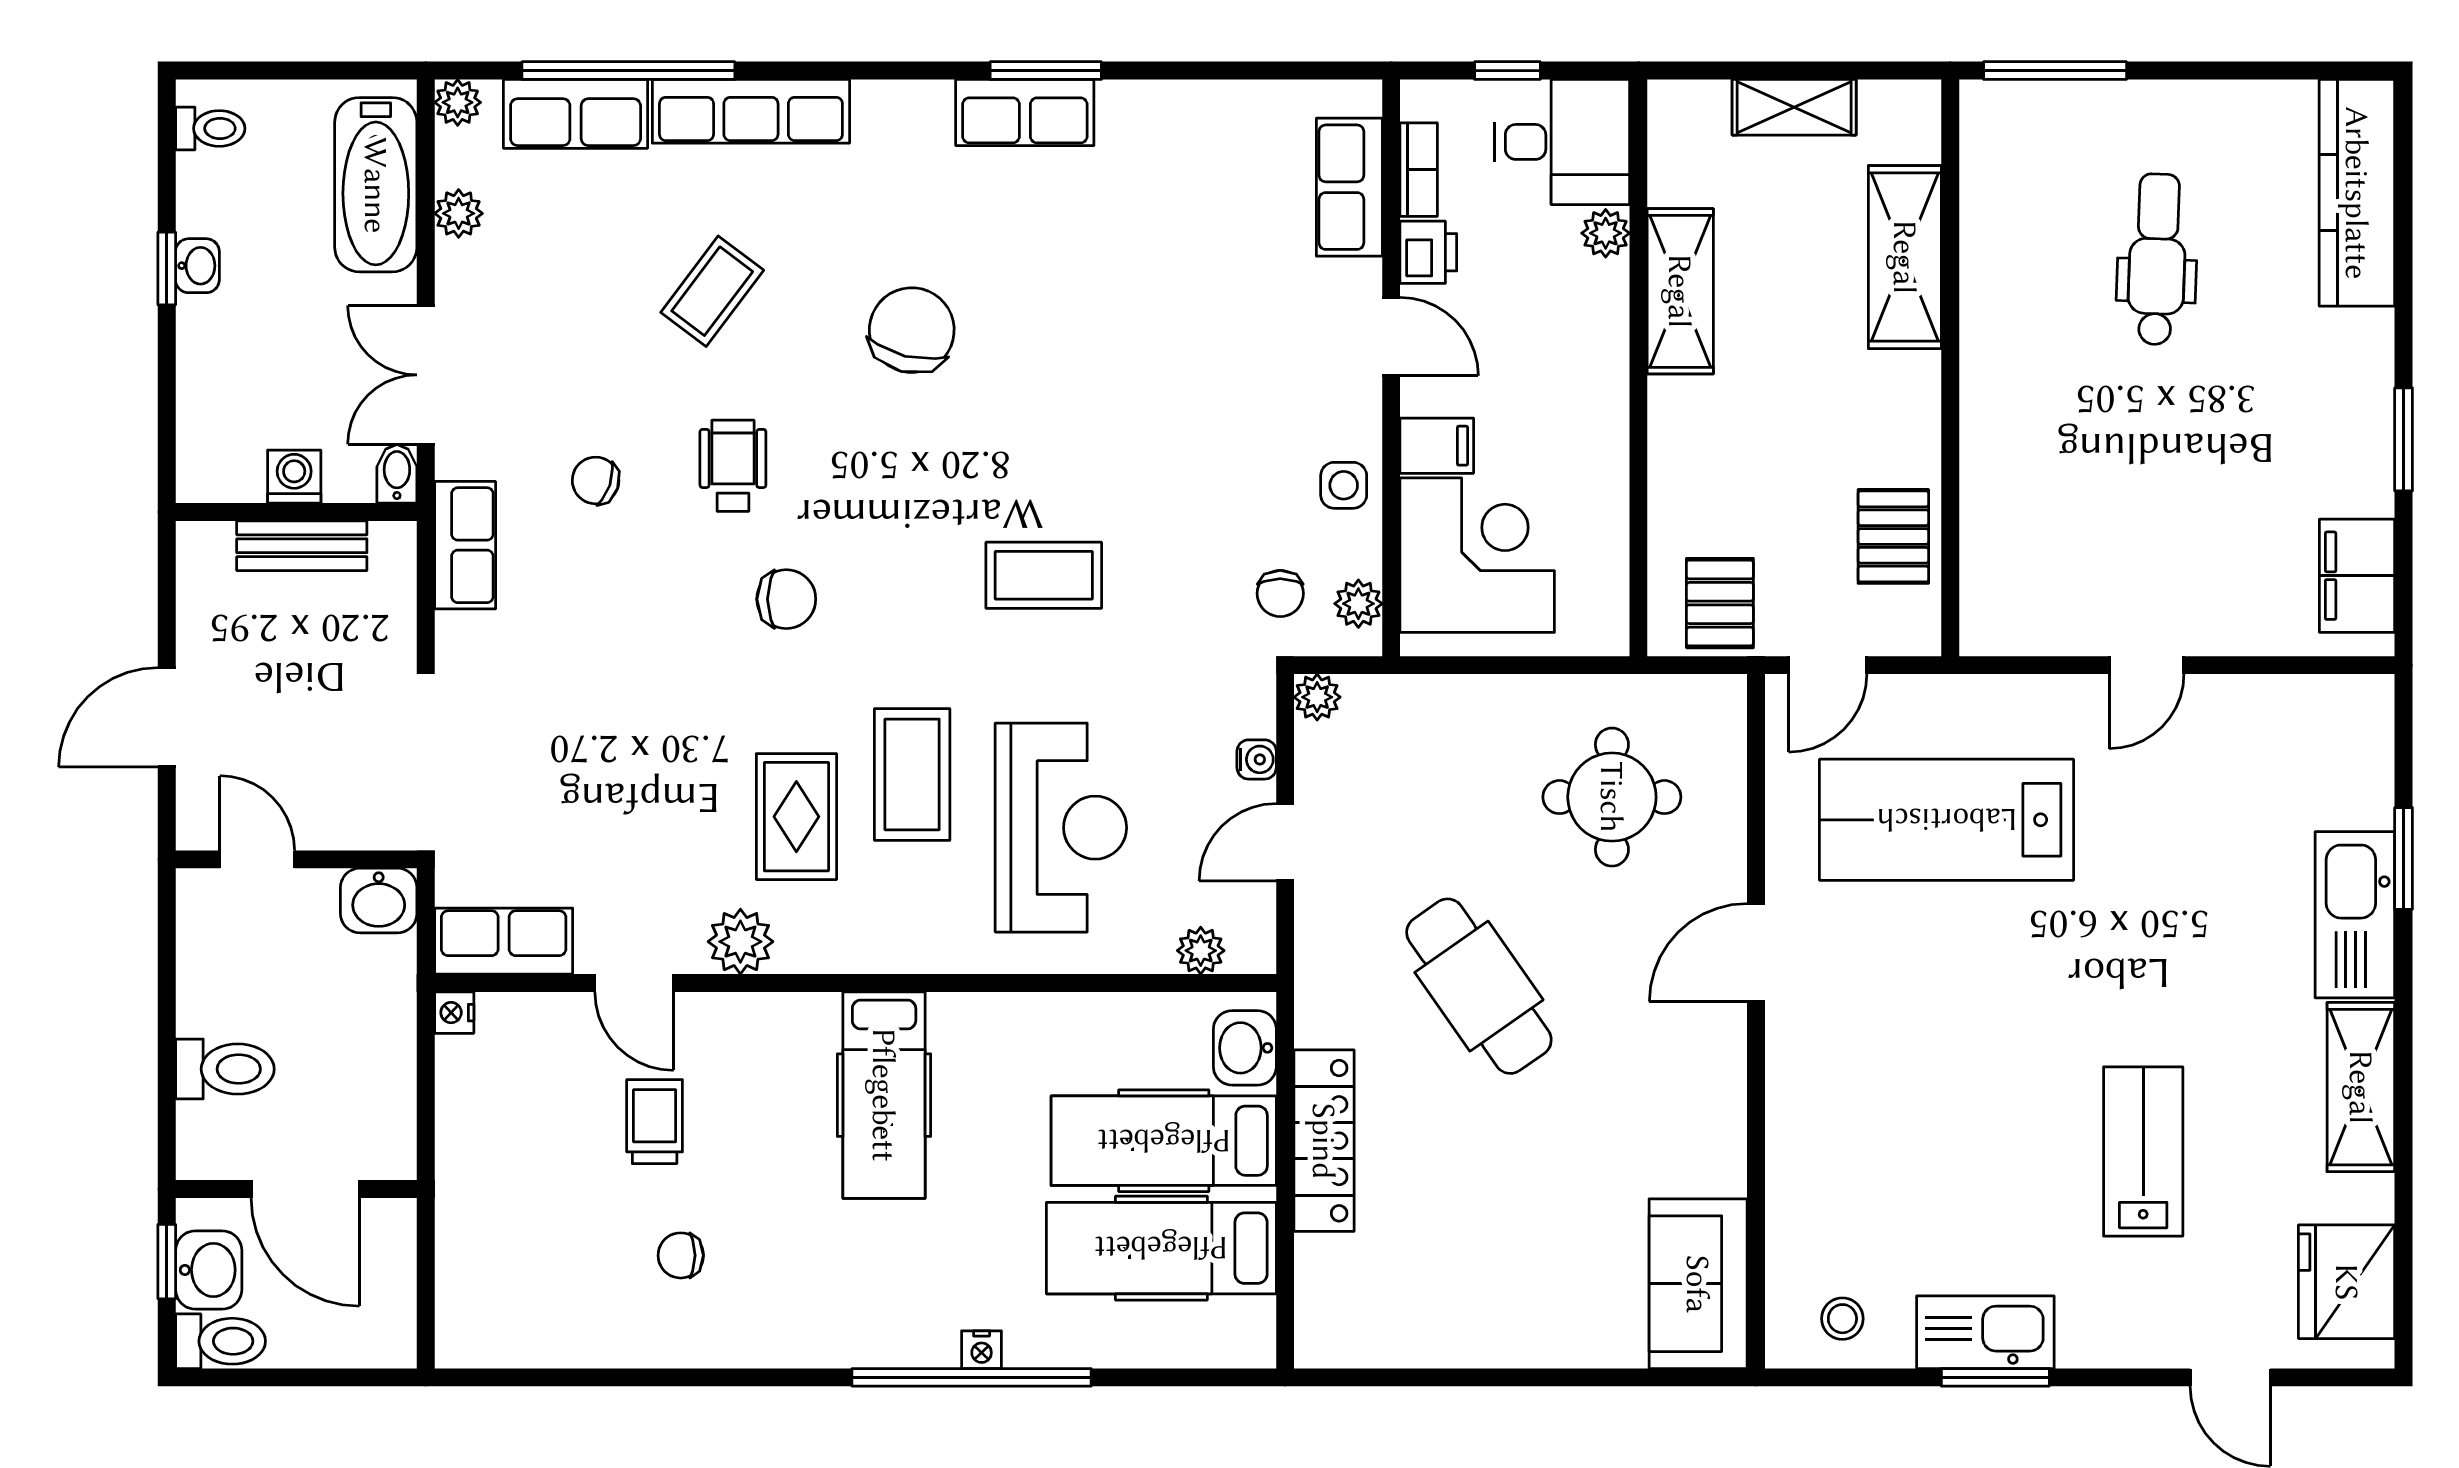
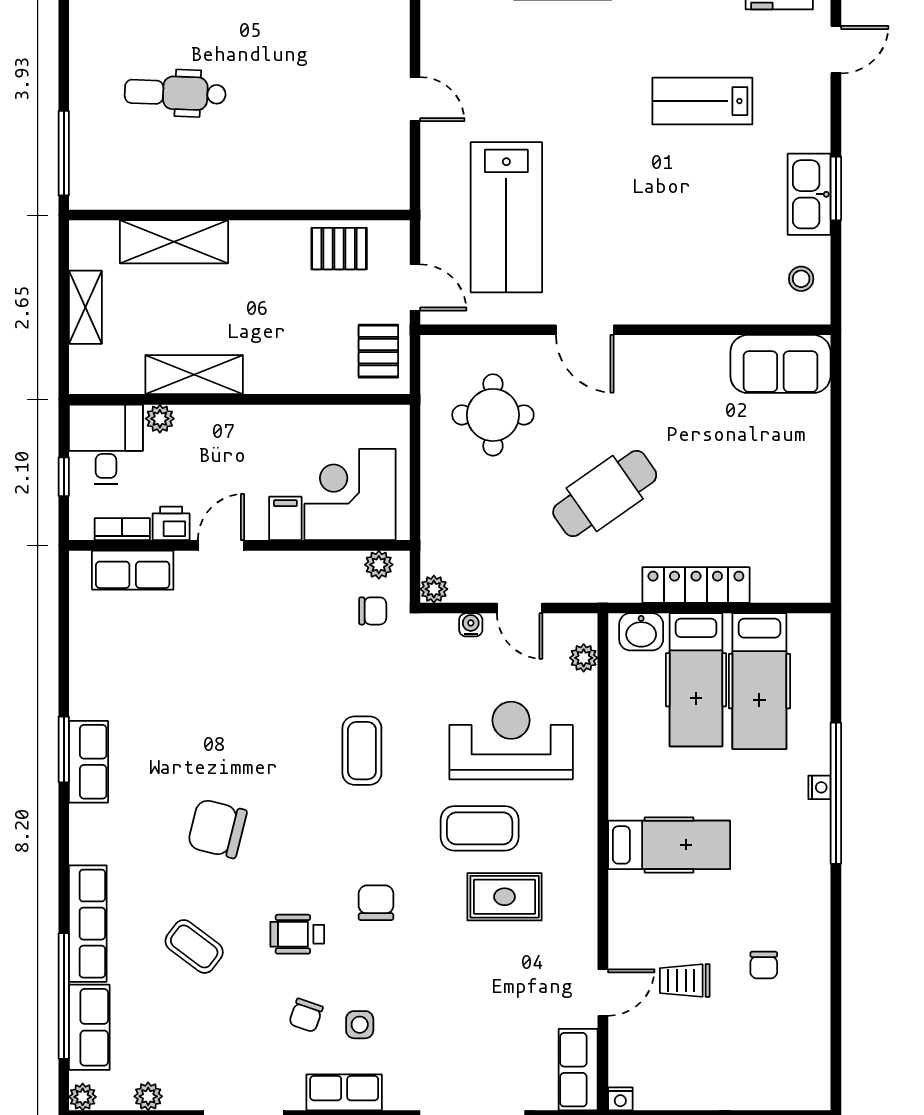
side table: (1344, 485) -> (360, 1025), moved
pallet: (1720, 603) -> (378, 351), turned 90
plant: (740, 942) -> (578, 930), removed

